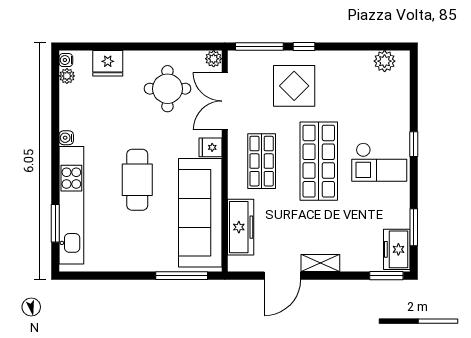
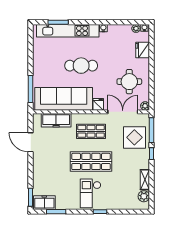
display table: (294, 86) -> (134, 137), moved
shelving: (320, 263) -> (145, 180), moved

